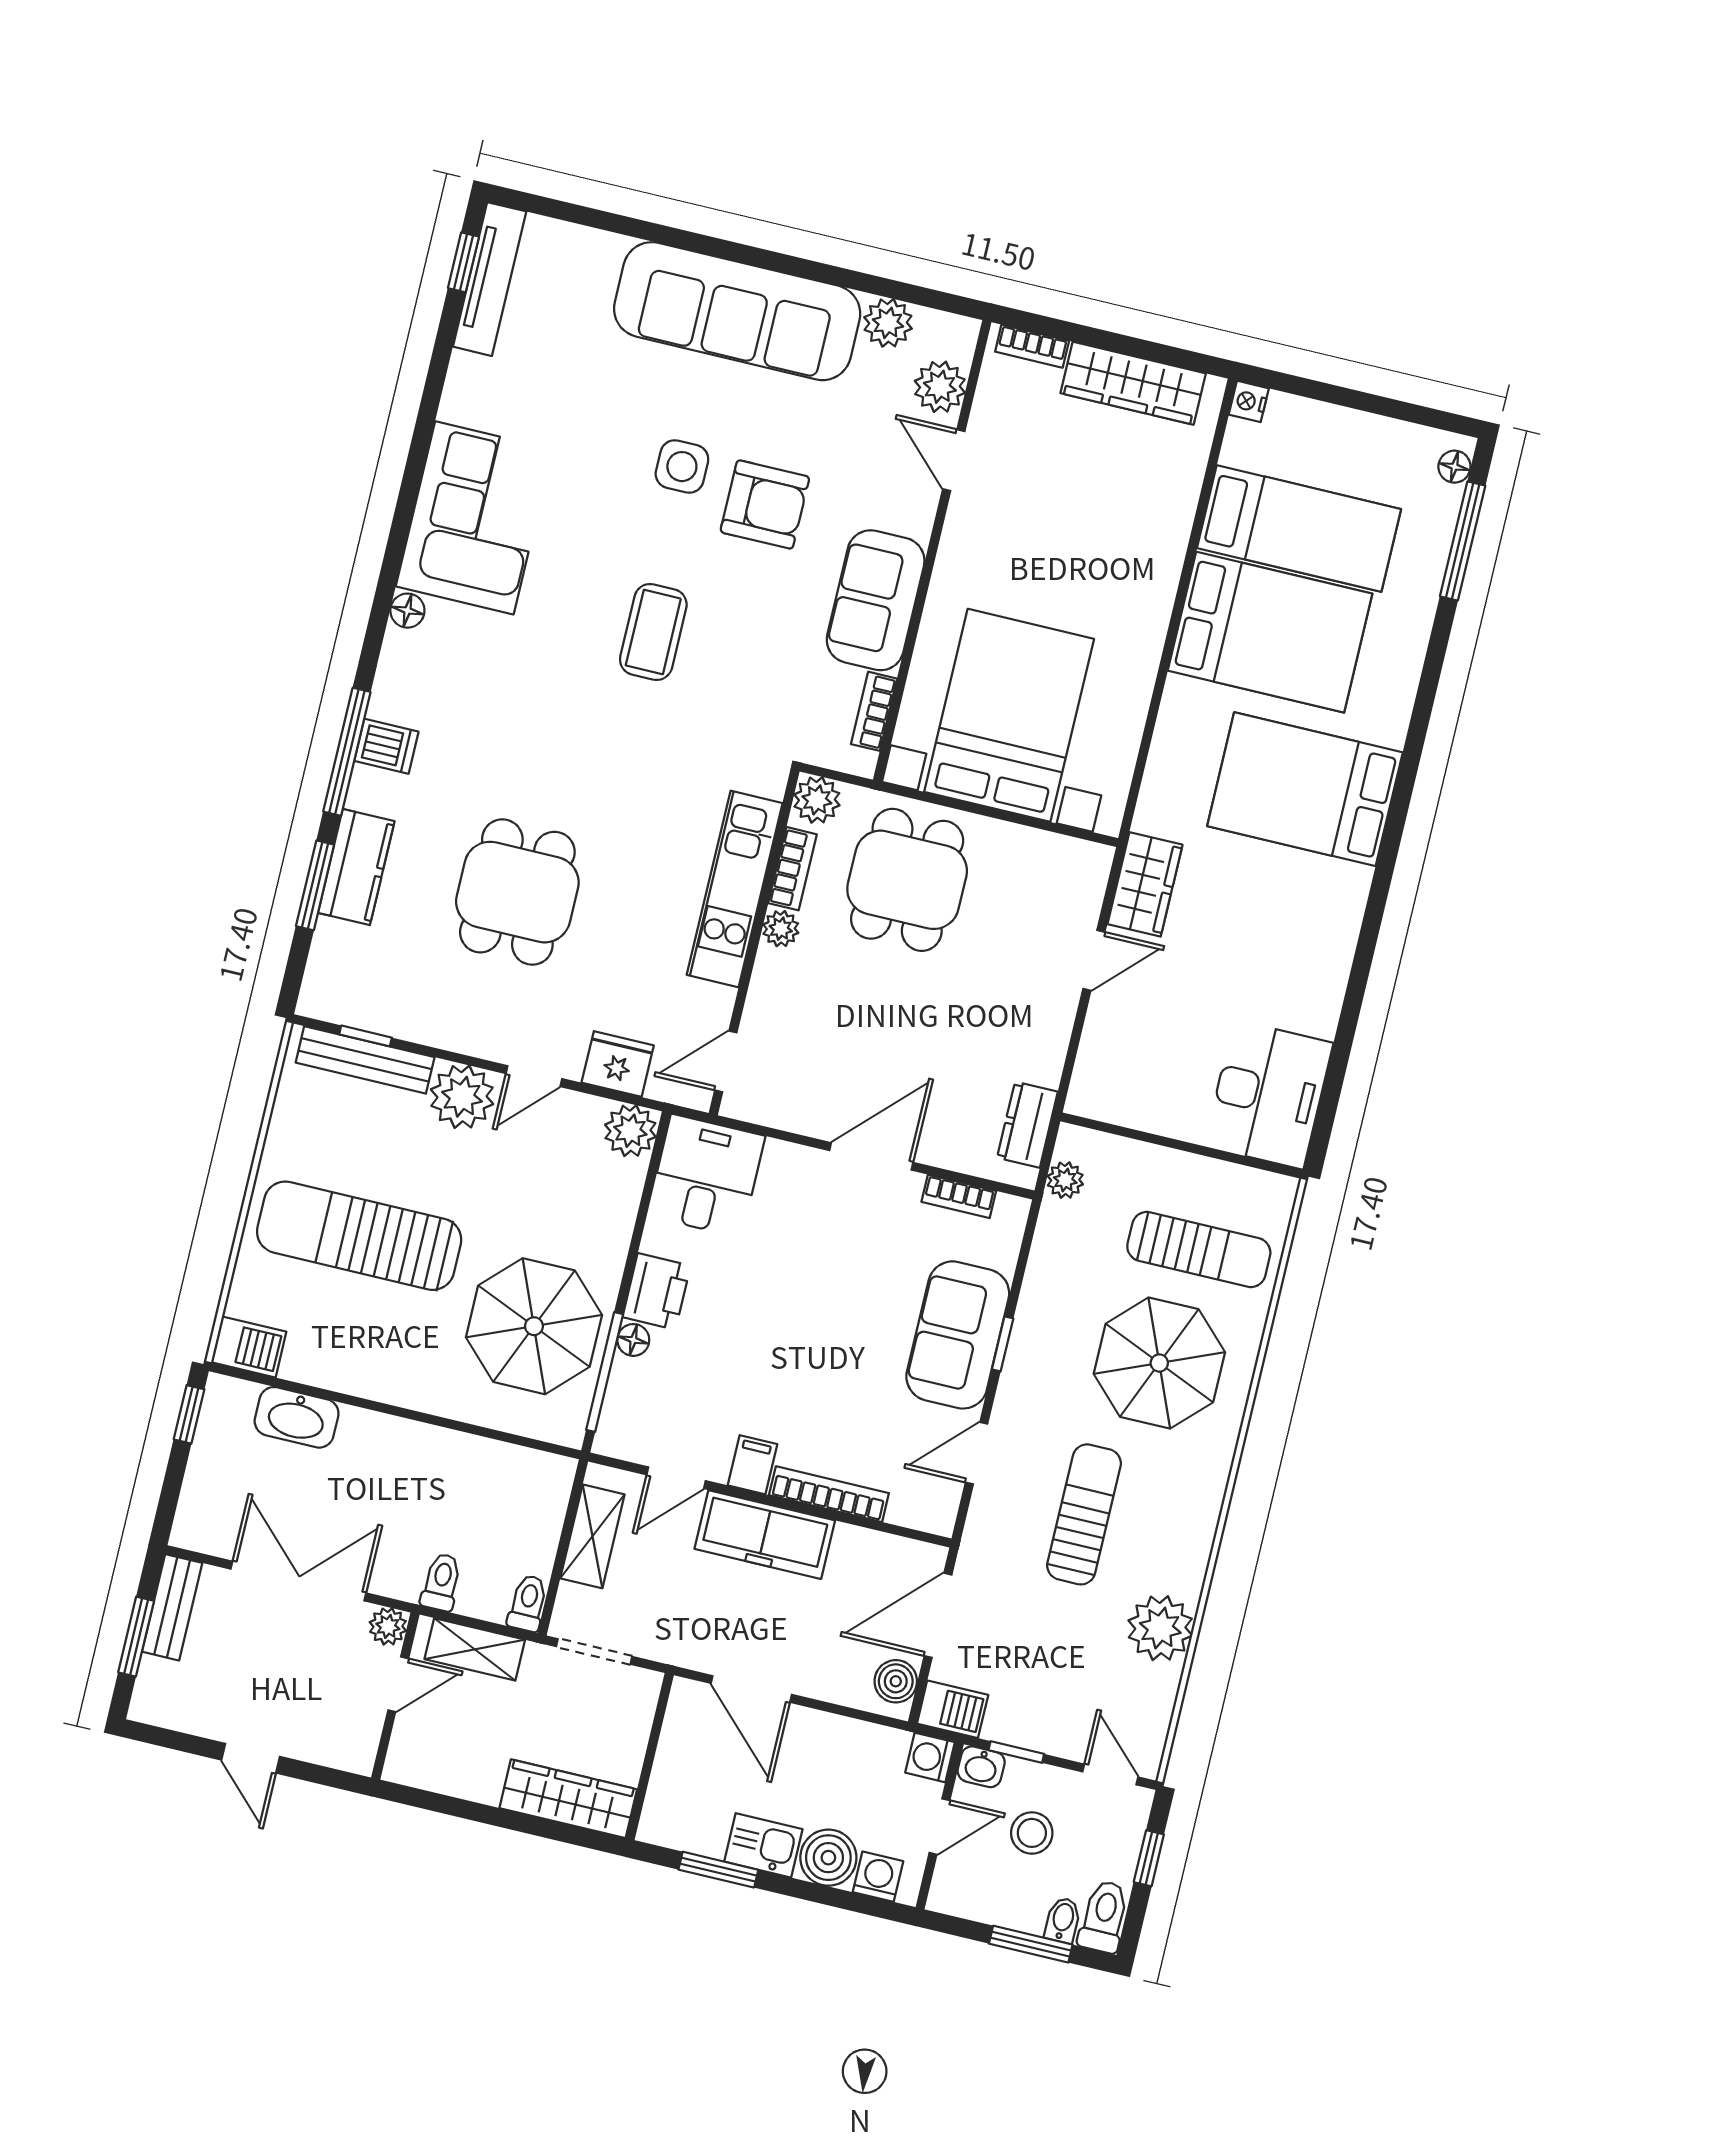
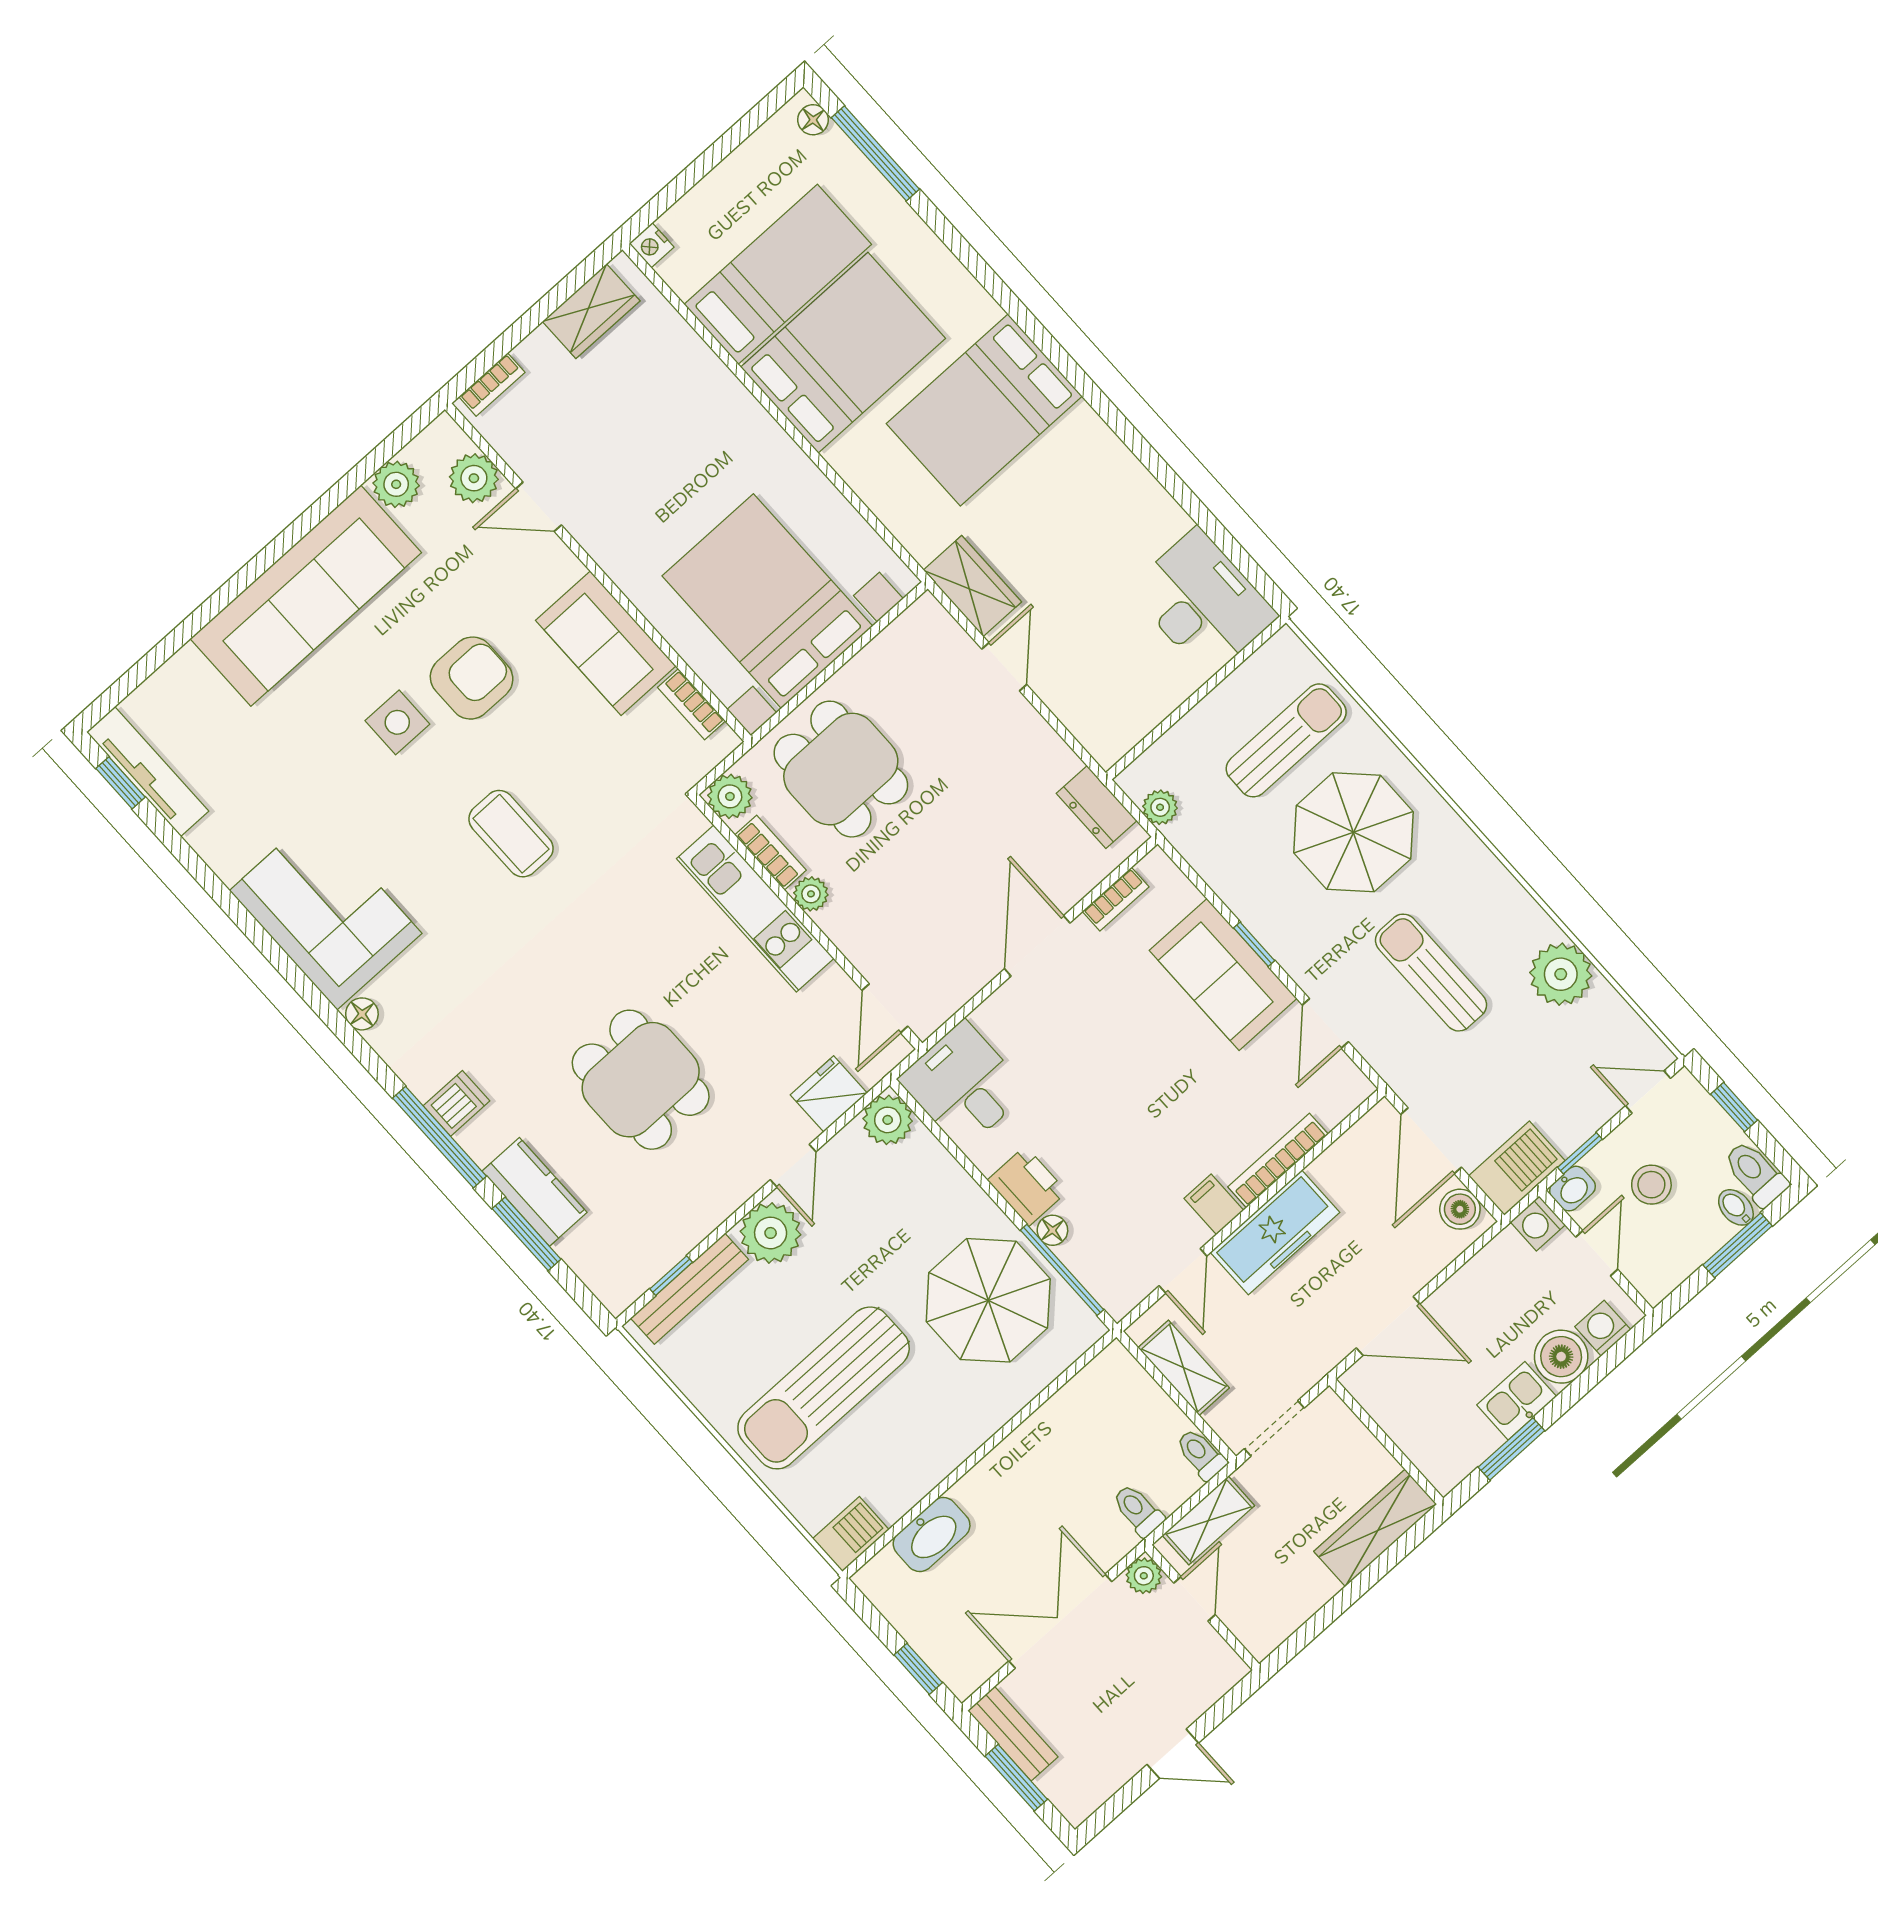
wardrobe: (1133, 383) -> (591, 311), width x0.67
window: (189, 1414) -> (918, 1669), moved
barbecue: (953, 1709) -> (1517, 1168), width x1.38, depth x1.27

